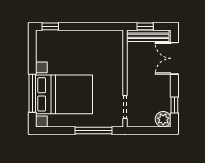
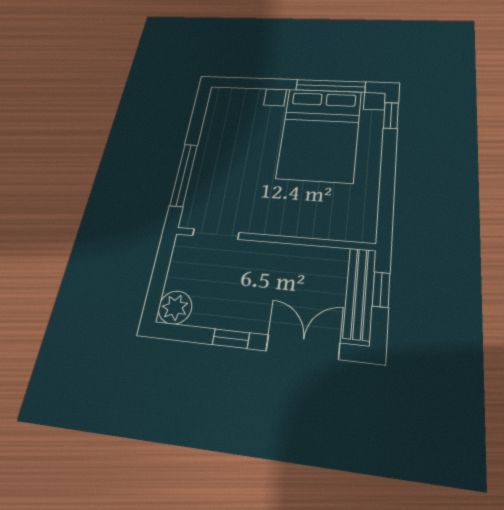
window: (32, 93) -> (331, 86), moved
bed with nightstands: (64, 94) -> (320, 134), moved
window: (174, 105) -> (231, 339), moved

